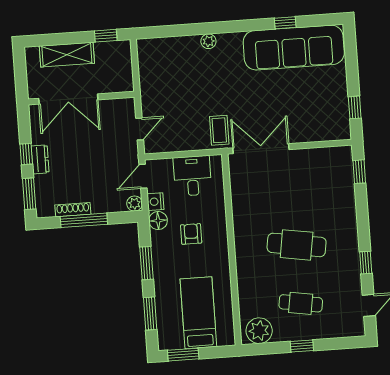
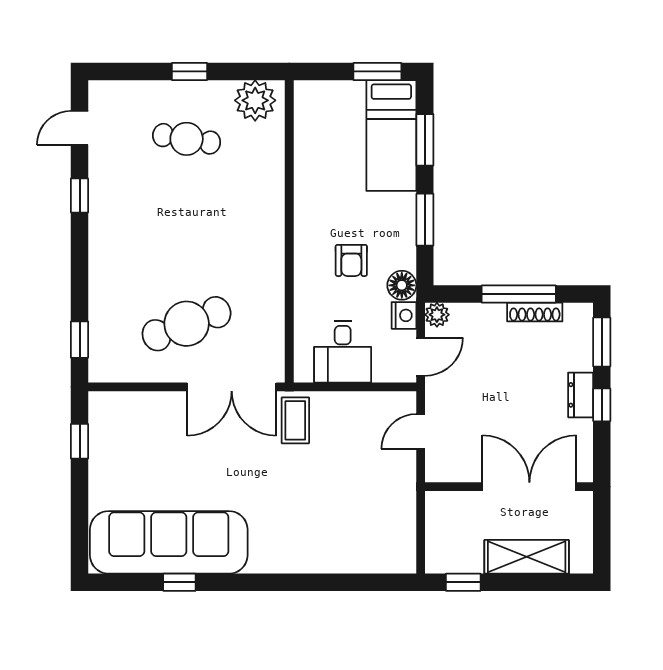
plant: (208, 41) -> (302, 562), removed
cafe table: (297, 245) -> (187, 324), moved, turned -30
bed: (198, 313) -> (391, 135), moved

